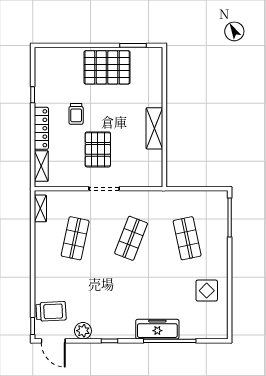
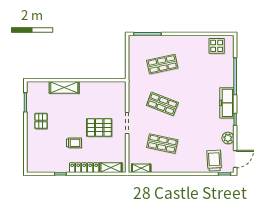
pallet: (107, 67) -> (41, 121), width x0.49, depth x0.50
shelving: (154, 128) -> (64, 87), moved
display table: (207, 291) -> (217, 46), moved
freezer: (157, 329) -> (227, 103), moved

